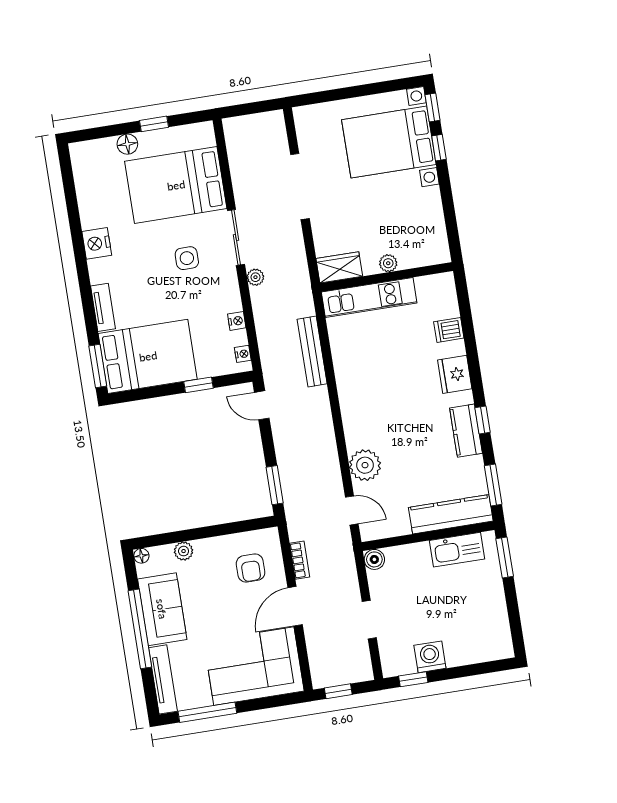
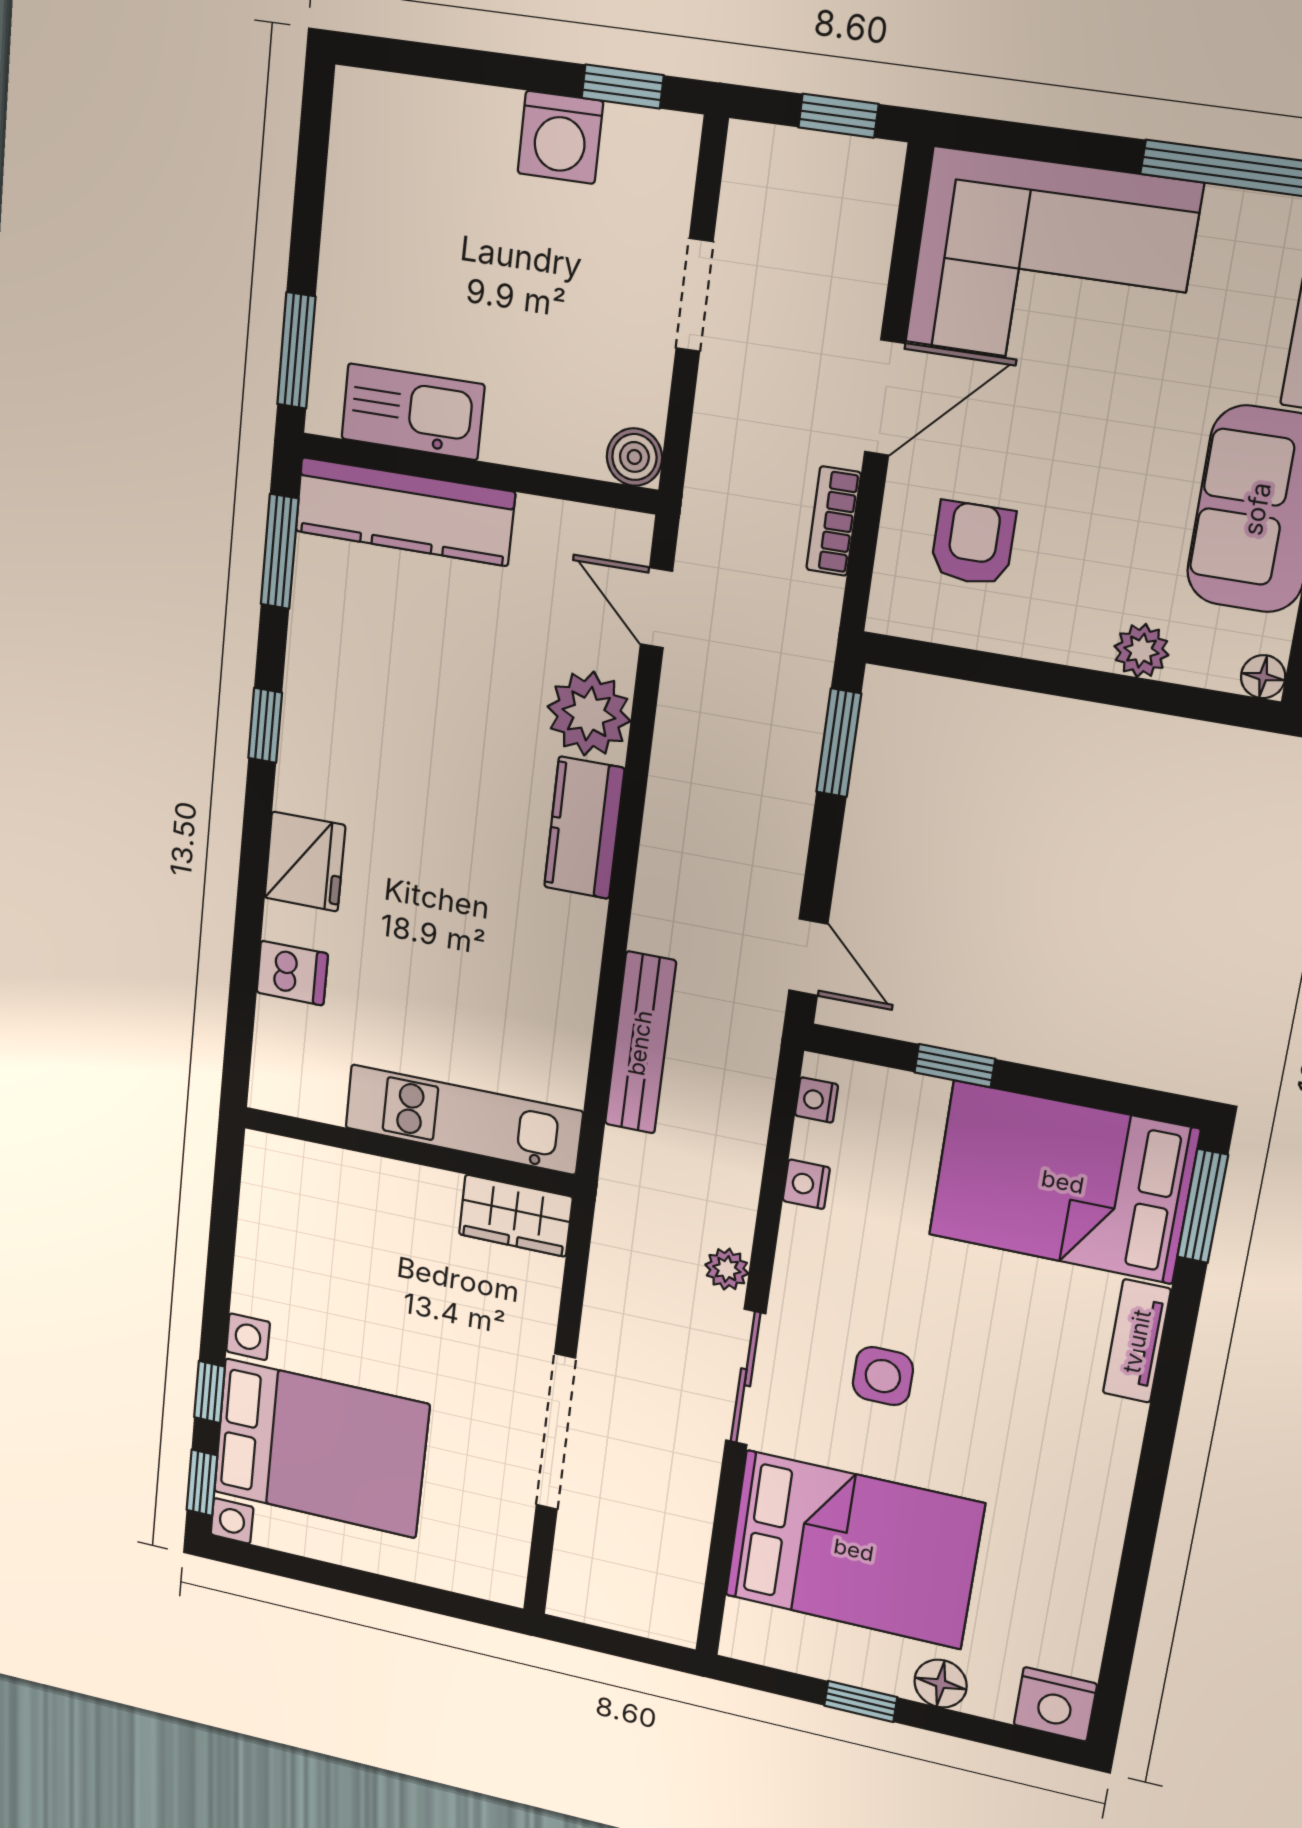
nightstand: (97, 243) -> (1055, 1704), moved, turned 90
plant: (388, 263) -> (396, 1181), removed
kitchen counter: (466, 431) -> (584, 828), moved, turned 180

